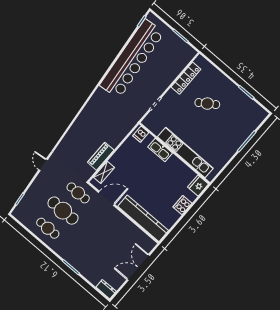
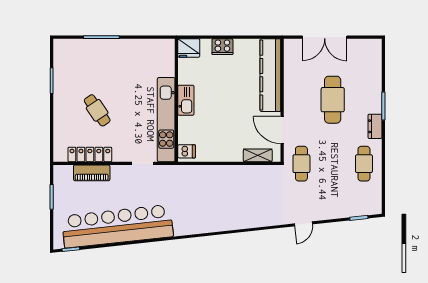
kitchen sink: (160, 150) -> (186, 100), moved
kitchen unit: (185, 152) -> (166, 120), moved
piano: (101, 156) -> (92, 173), moved
cafe table: (63, 211) -> (333, 100), moved
dresser: (106, 289) -> (375, 126), moved

